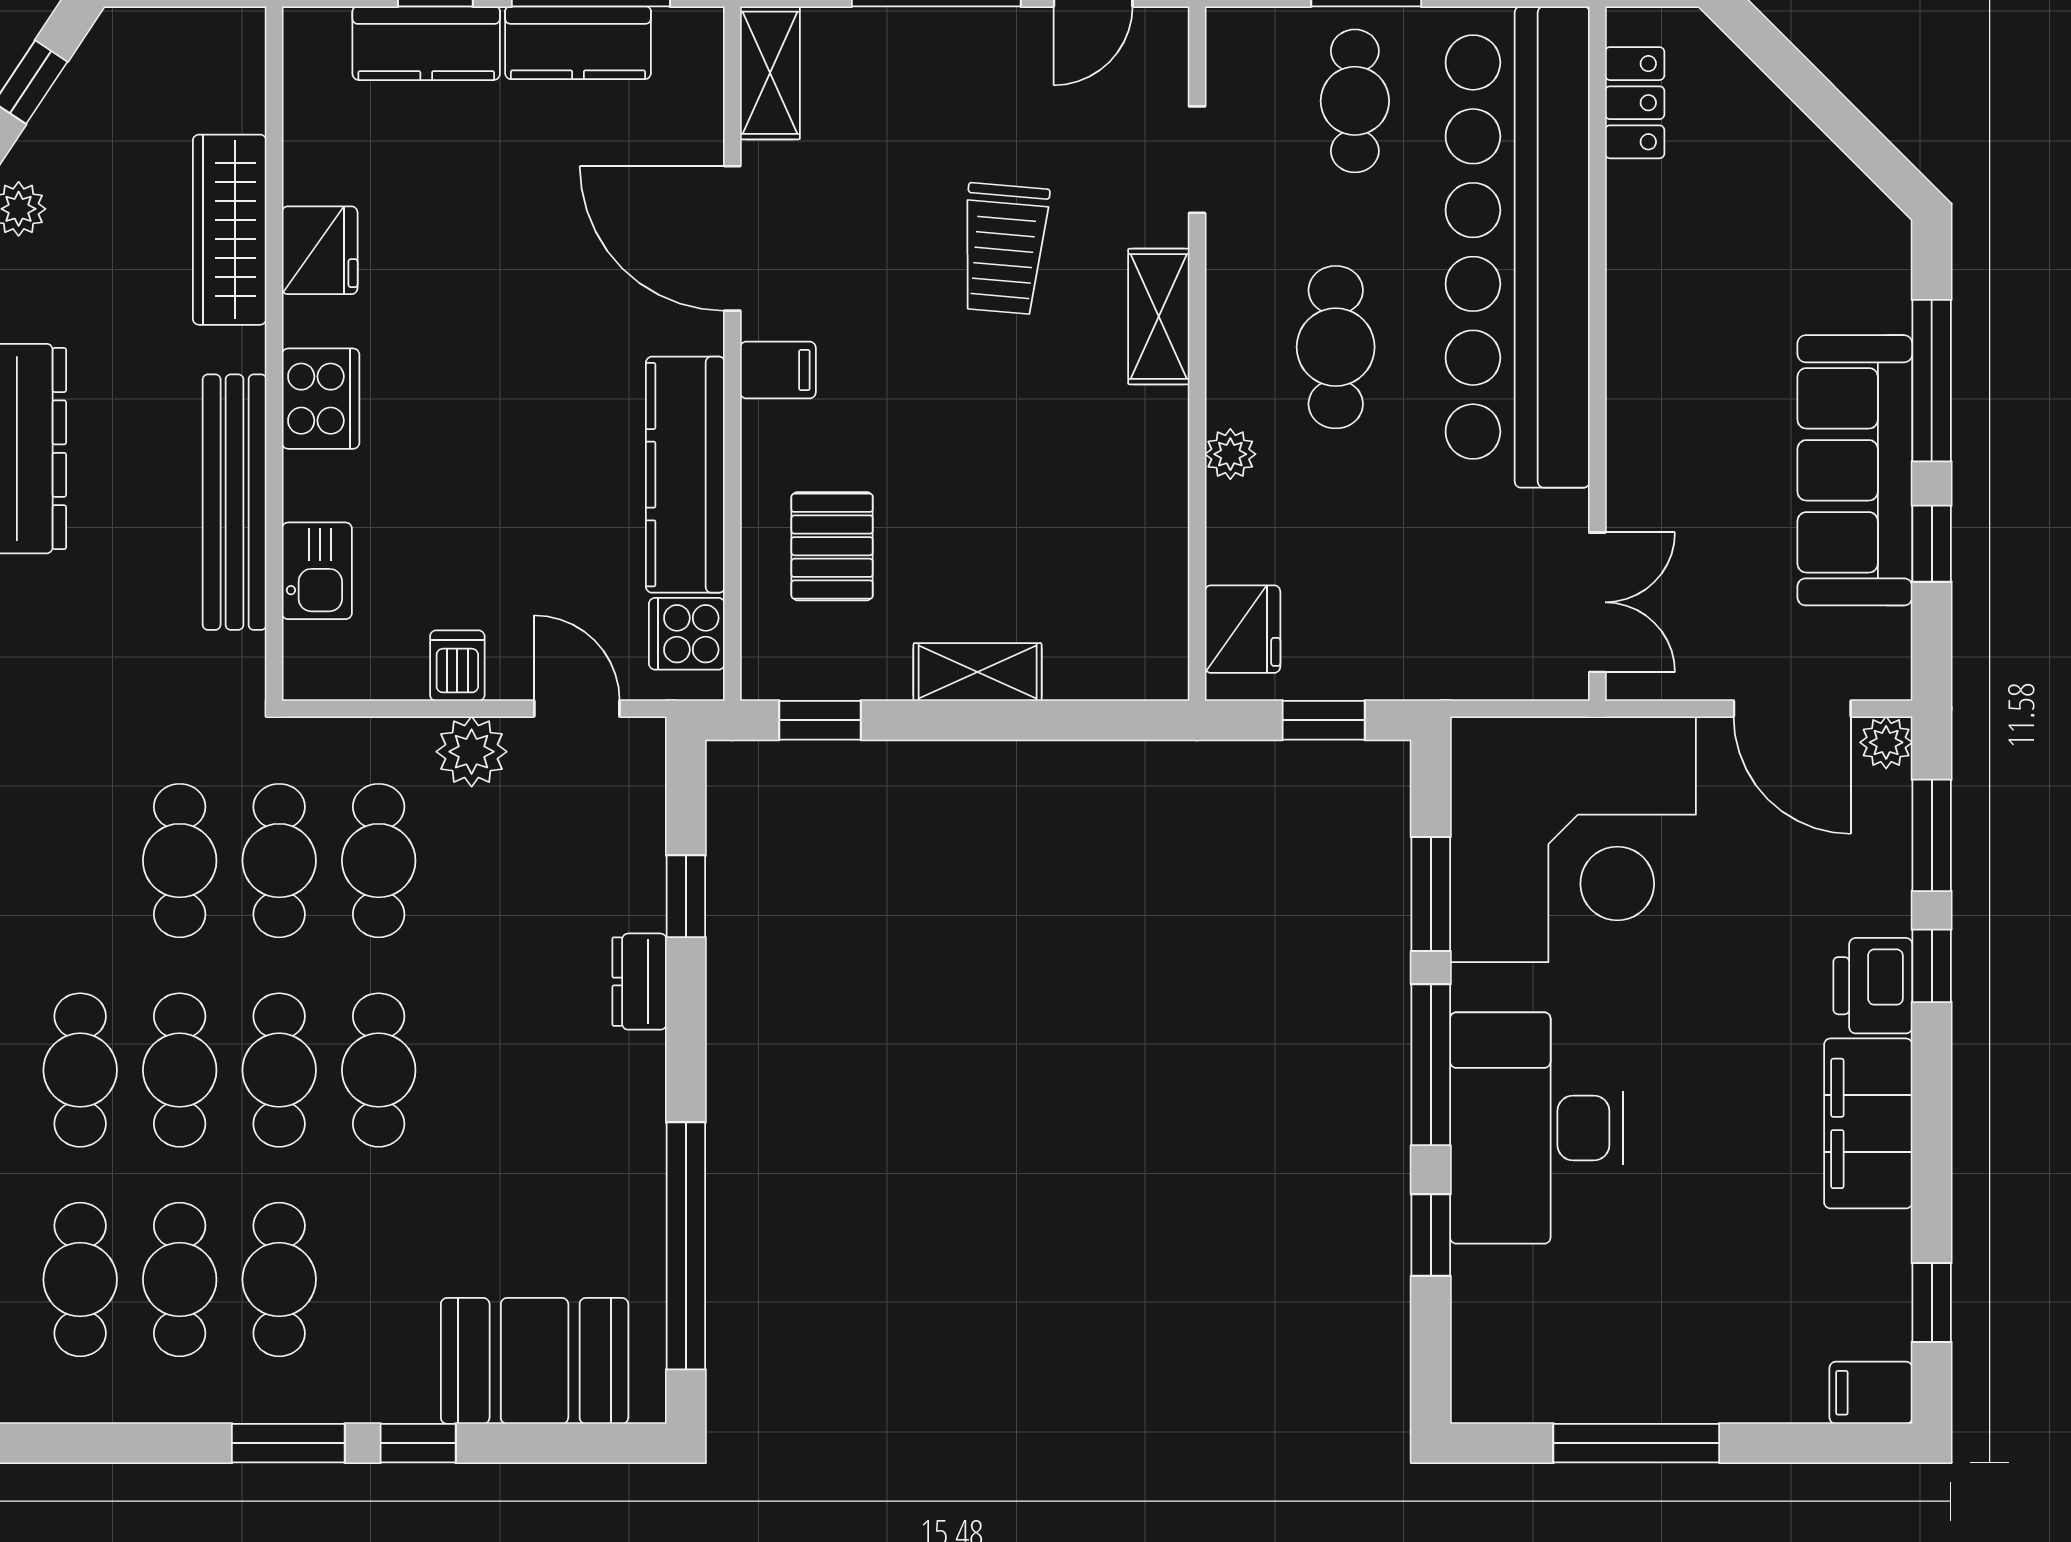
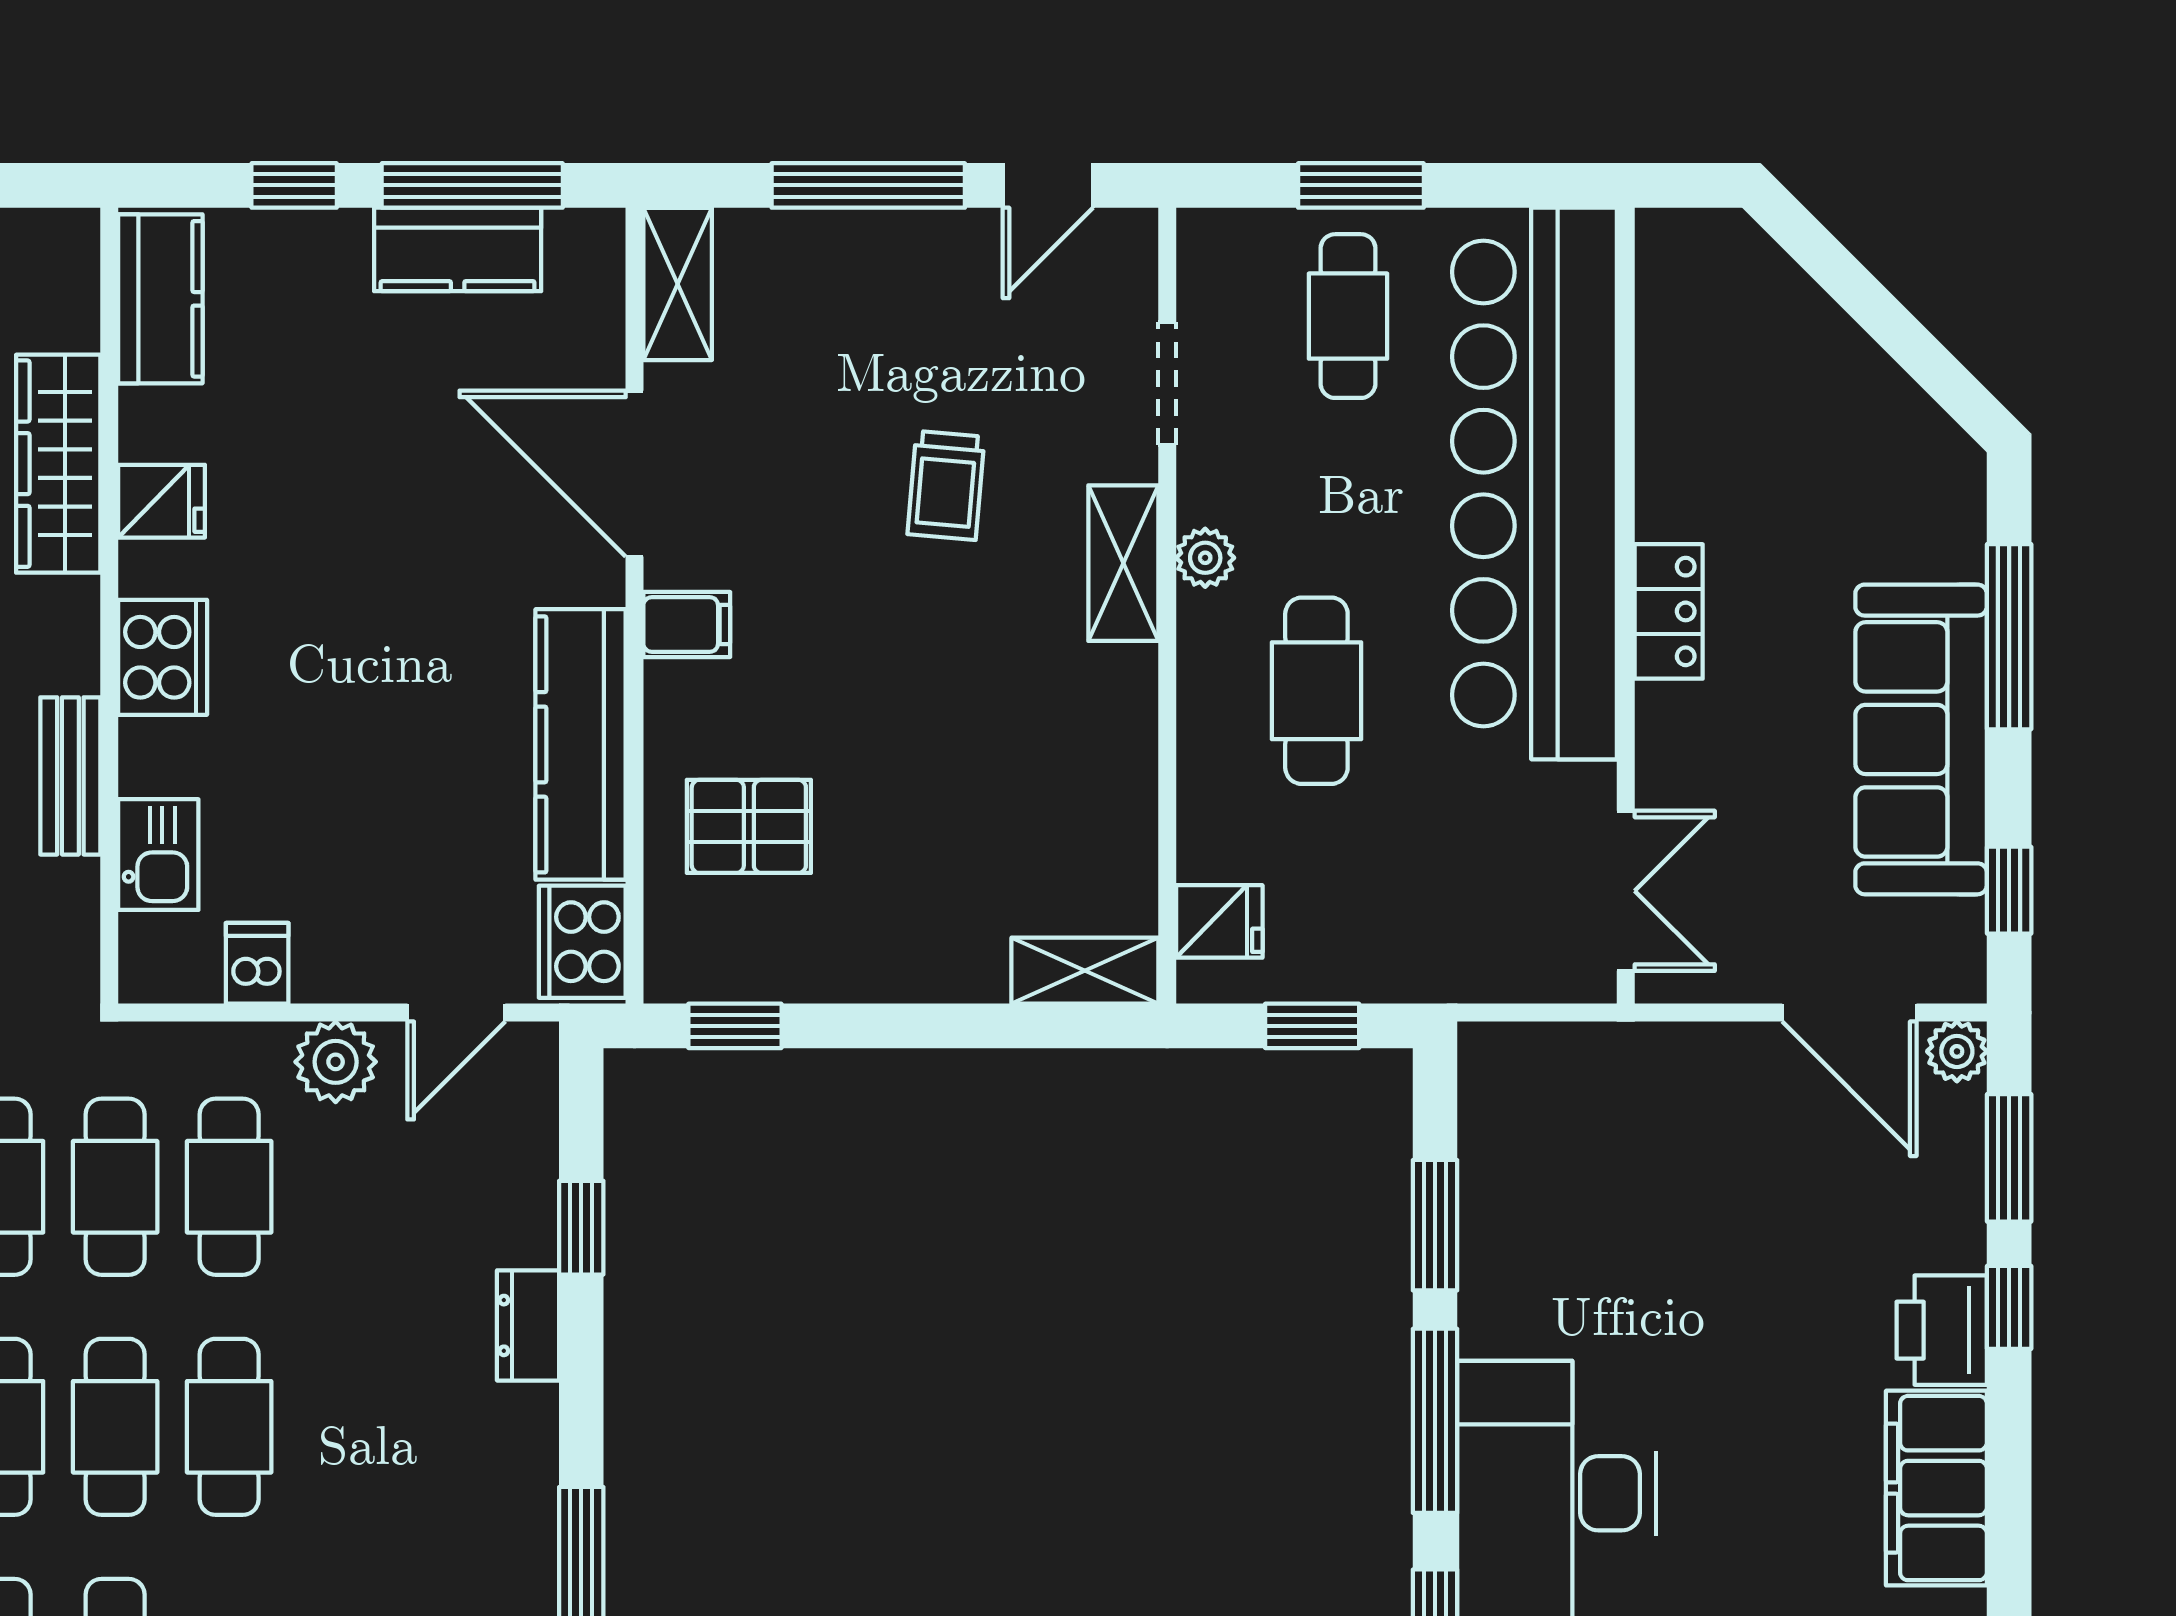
kitchen counter: (426, 43) -> (160, 299), moved, turned -90
locker: (1635, 103) -> (1669, 611), moved
trolley: (1004, 249) -> (946, 485), width x0.73, depth x0.72
fridge: (320, 250) -> (162, 501), width x0.72
cafe table: (1336, 347) -> (1316, 691), moved
plant: (1230, 454) -> (1205, 558), moved
bench: (235, 502) -> (70, 776), width x0.54, depth x0.82
window: (1932, 544) -> (2009, 890), moved
pallet: (832, 546) -> (749, 826), turned 90
fridge: (1243, 629) -> (1219, 921), width x0.72
cooker: (687, 634) -> (582, 942), width x1.36
dishwasher: (457, 666) -> (257, 963), moved
shelving: (978, 672) -> (1085, 971), moved
door: (577, 709) -> (456, 1013), swing flipped
corner desk: (1573, 839) -> (1598, 1162), removed

